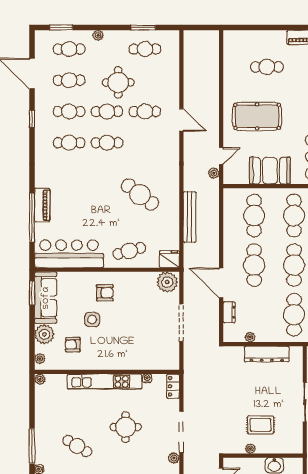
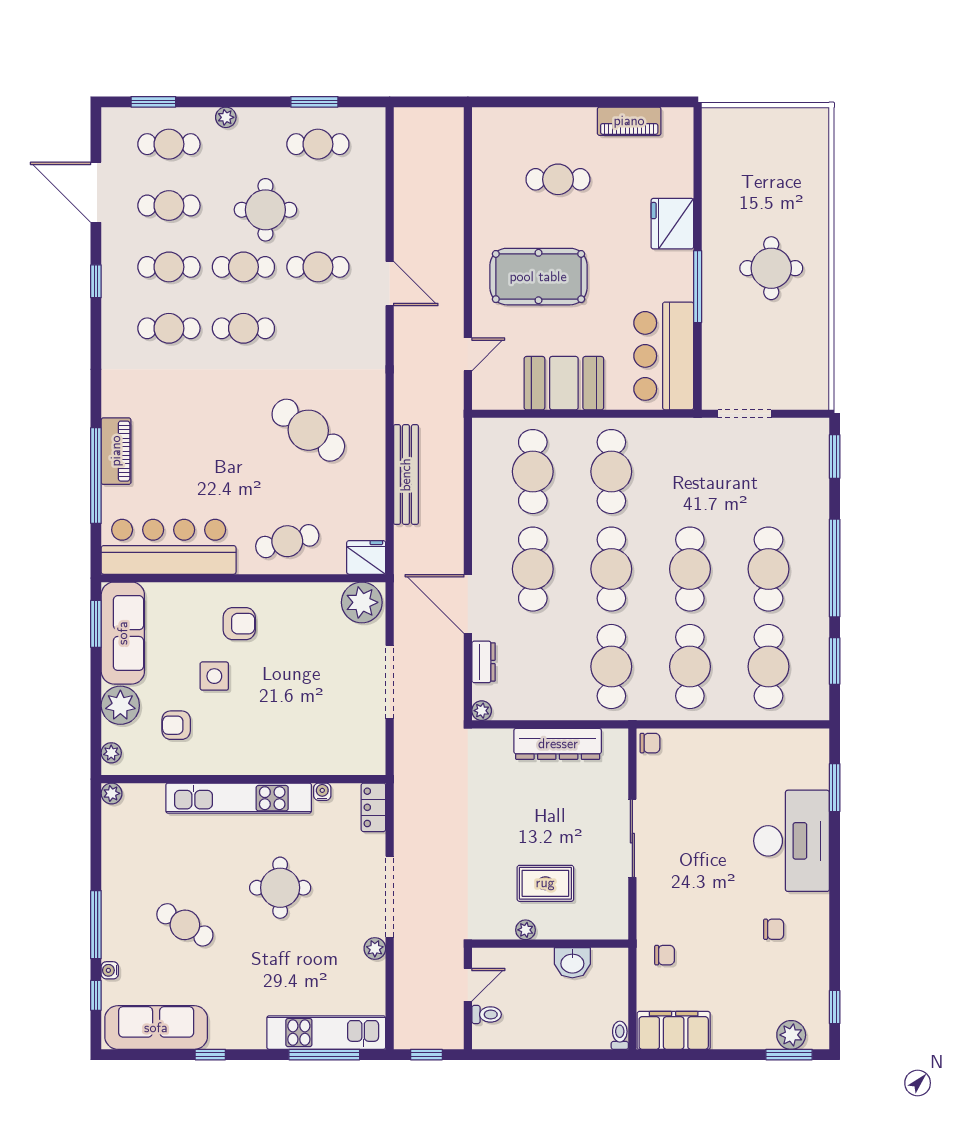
plant: (214, 173) -> (453, 388), removed
plant: (250, 337) -> (482, 711), moved

